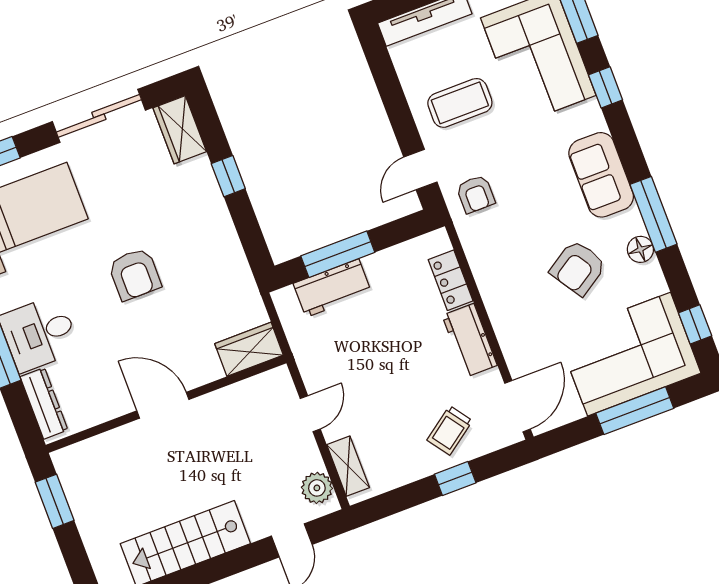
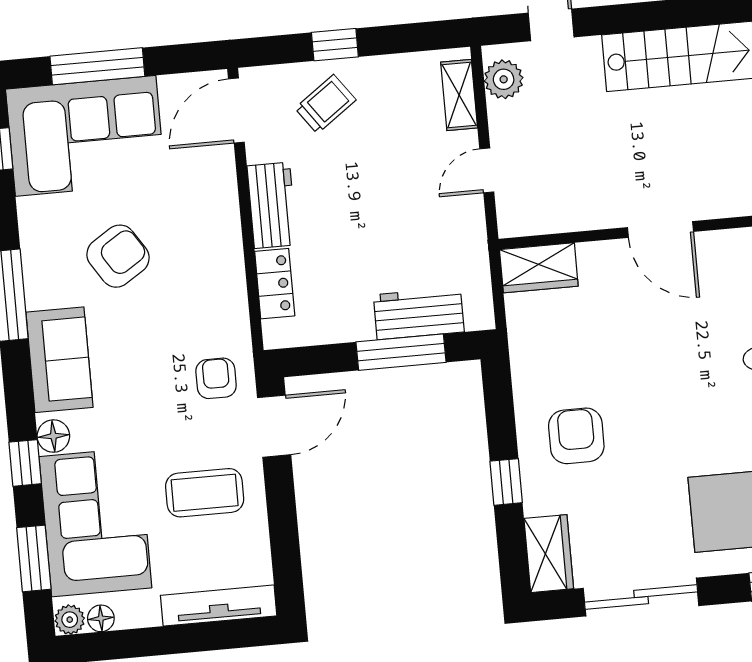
door: (420, 169) -> (274, 426), width x1.38
floor lamp: (640, 249) -> (53, 436), moved
armchair: (135, 274) -> (576, 436), moved

